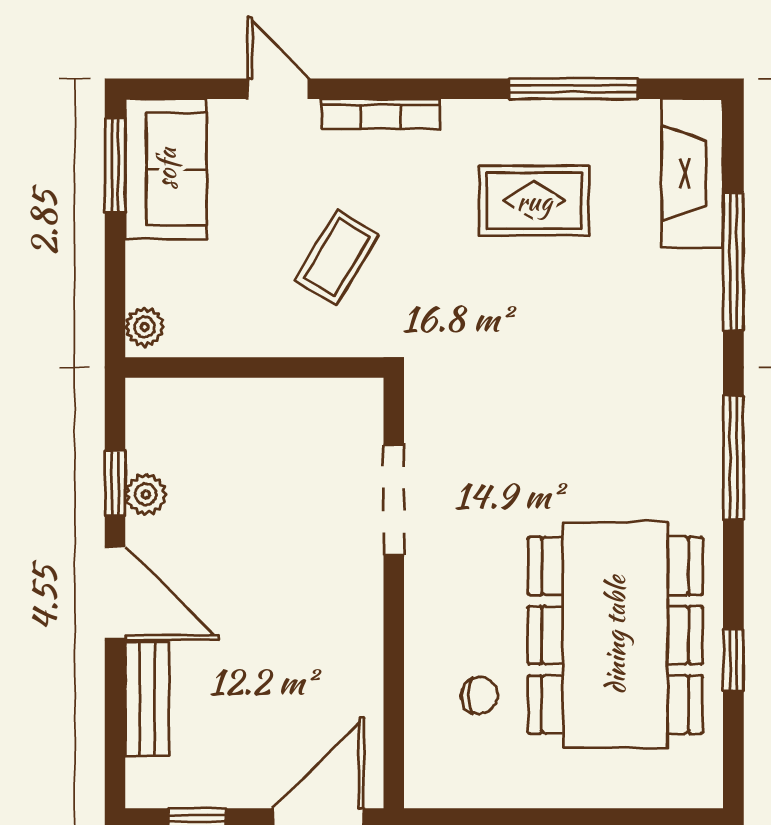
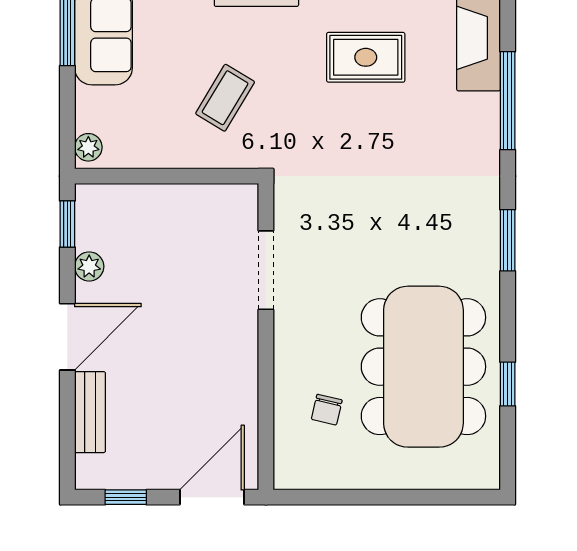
window: (733, 458) -> (508, 240), width x0.69
window: (115, 483) -> (67, 224), moved
door: (115, 593) -> (67, 337), hinge flipped
chair: (479, 695) -> (327, 410), turned 103

